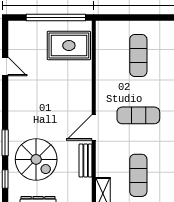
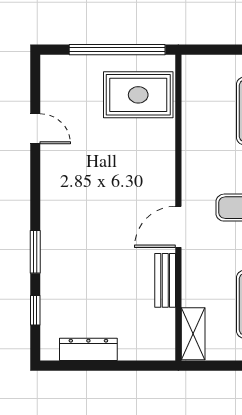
spiral stairs: (36, 159) -> (85, 279), removed

